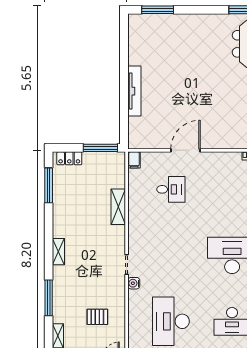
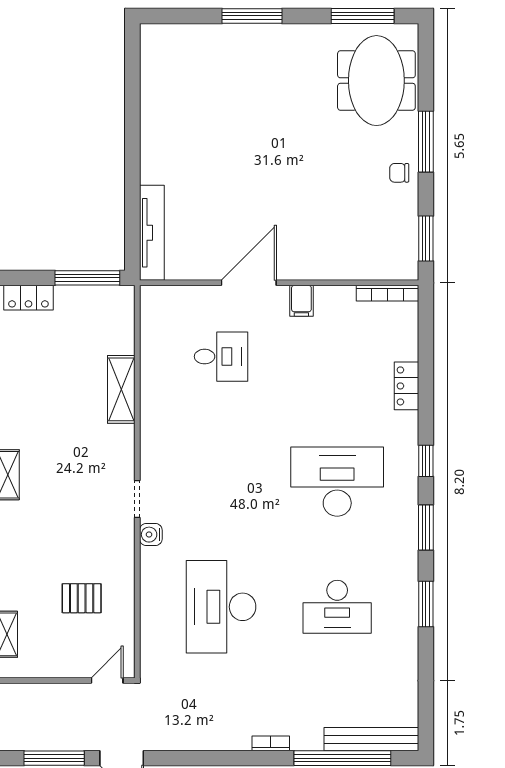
window: (158, 10) -> (252, 16), moved
tv unit: (134, 91) -> (152, 233), moved
filing cabinet: (134, 160) -> (301, 301), moved

